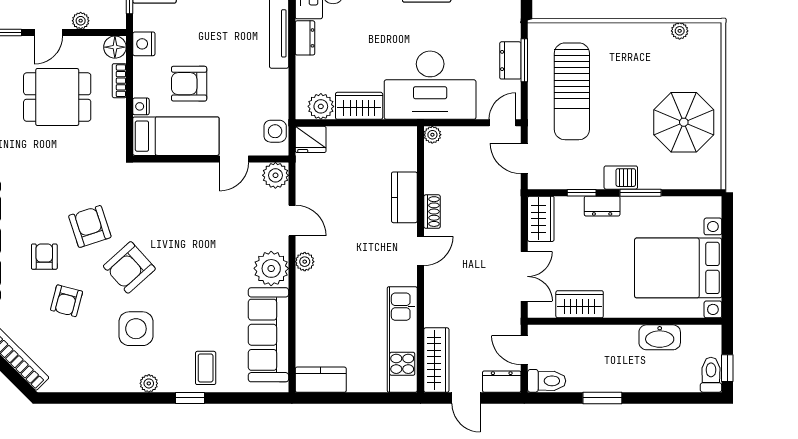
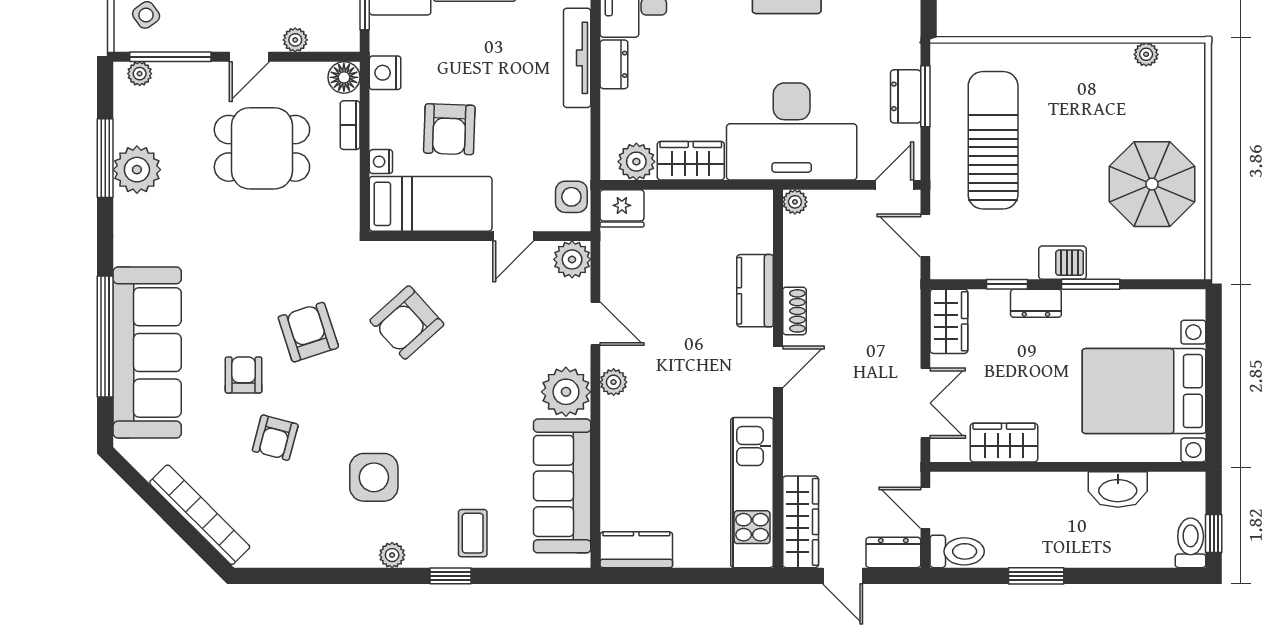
armchair: (189, 84) -> (449, 129), turned -88
sun lounger: (572, 91) -> (993, 140), turned 180
armchair: (129, 267) -> (407, 322), moved

